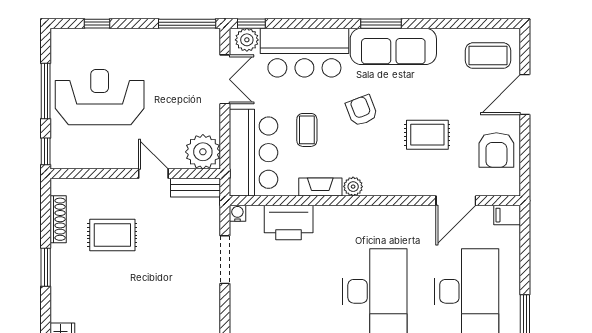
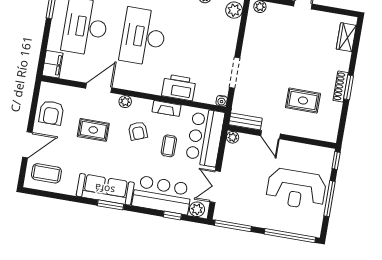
window: (97, 24) -> (290, 236), width x3.17
window: (251, 24) -> (172, 216), moved
armchair: (362, 111) -> (138, 131), moved
armchair: (496, 150) -> (51, 113), turned 180
plant: (203, 152) -> (233, 137), width x0.53, depth x0.53
plant: (353, 187) -> (125, 102), moved
door: (456, 201) -> (99, 88), moved
filing cabinet: (507, 215) -> (53, 64), width x2.00
shoe rack: (58, 219) -> (341, 87), moved
printer: (289, 223) -> (179, 87), moved

